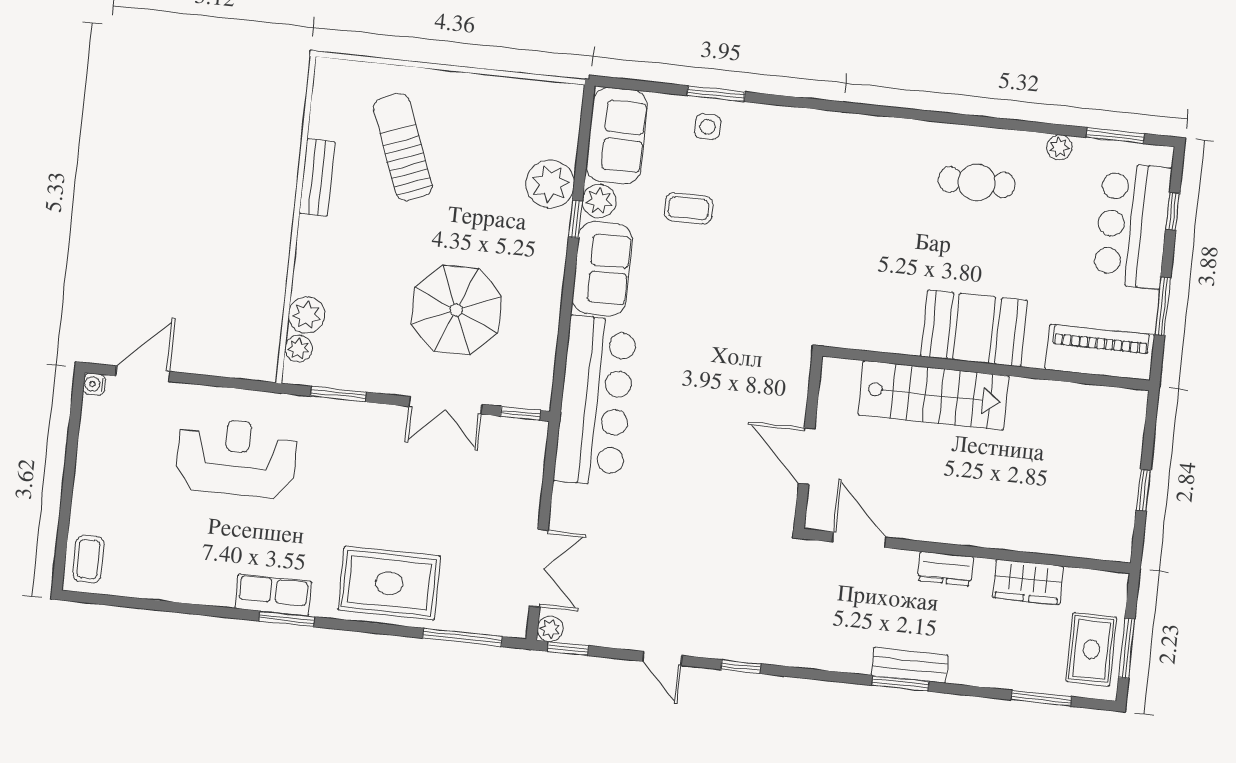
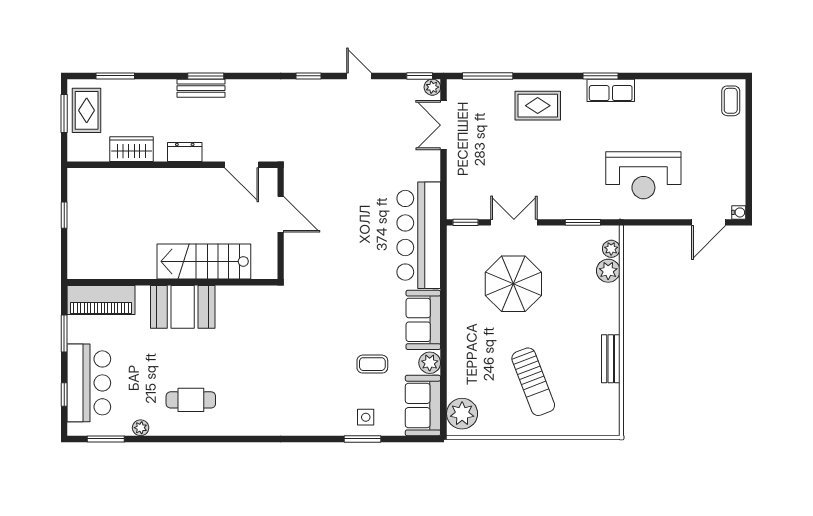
sun lounger: (403, 147) -> (533, 382), moved
plant: (550, 184) -> (462, 414), moved
window: (576, 219) -> (444, 350), removed
rug: (389, 583) -> (538, 106), width x0.73, depth x0.70

